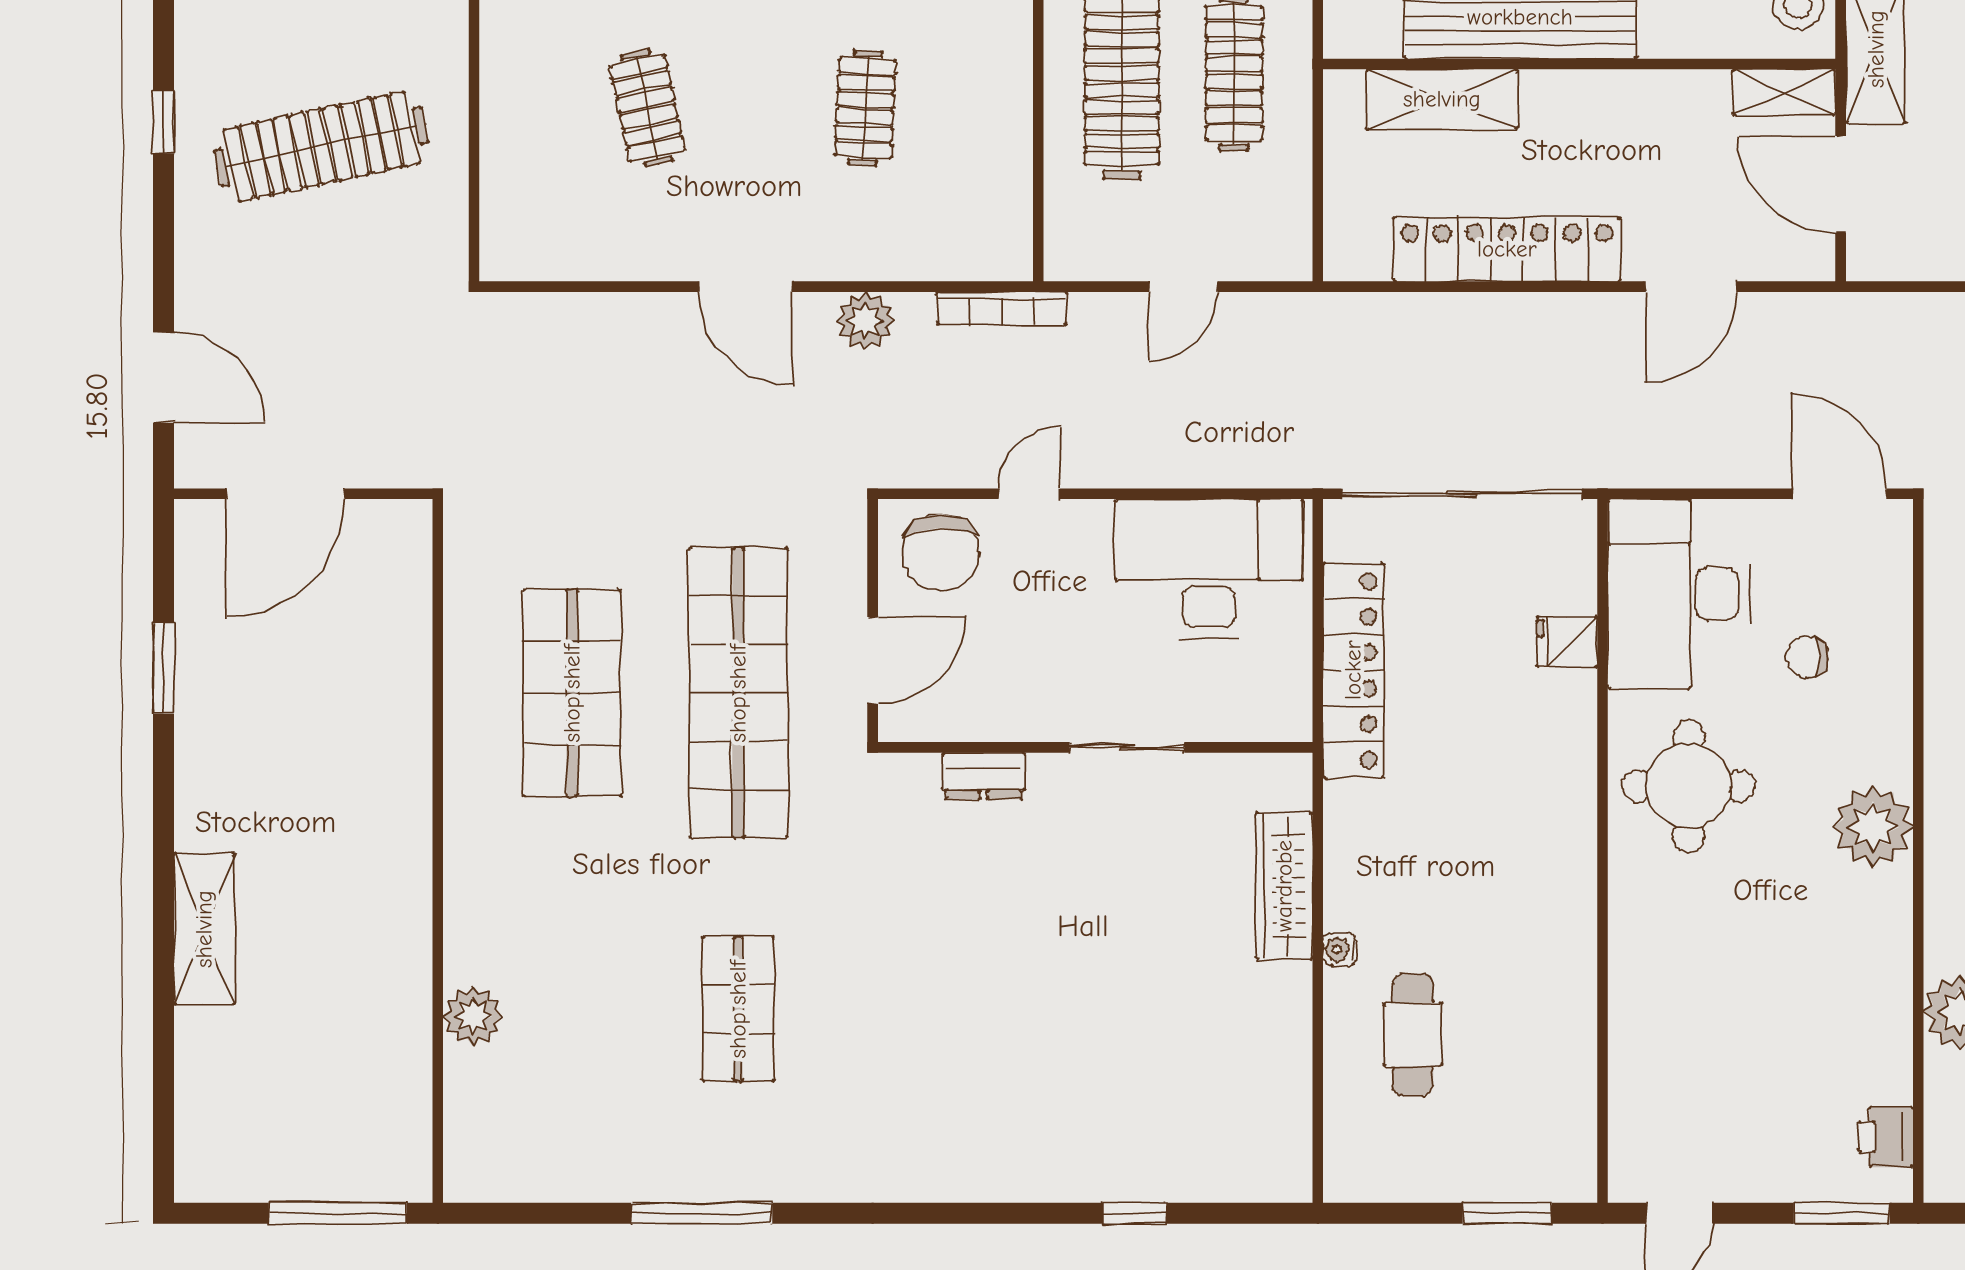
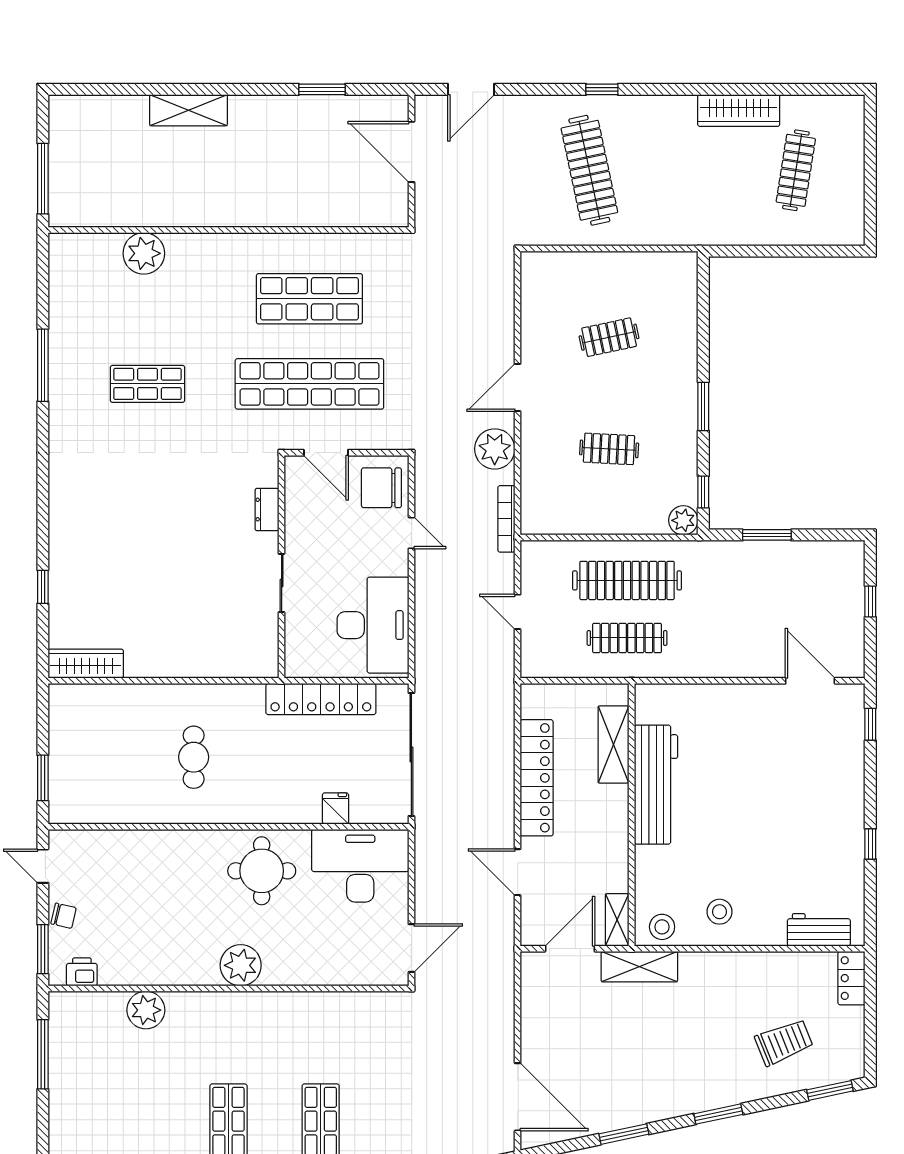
plant: (865, 321) -> (495, 449), width x1.36, depth x1.36
chair: (1808, 657) -> (64, 916), moved, turned 103
wardrobe: (1284, 886) -> (86, 664), moved
water cooler: (1340, 949) -> (178, 692), removed
plant: (473, 1016) -> (144, 253), width x1.36, depth x1.36
cafe table: (1413, 1035) -> (194, 757), moved, turned 90

